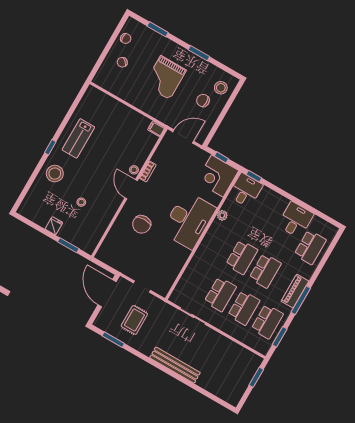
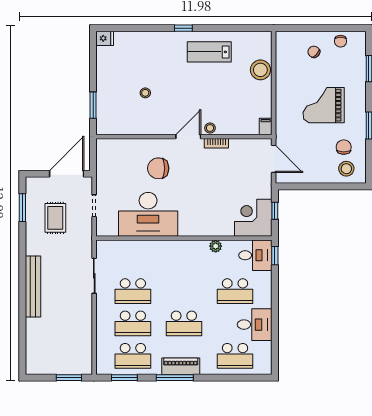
chair: (203, 101) -> (344, 147), moved
stool: (55, 174) -> (260, 70), moved
desk: (189, 220) -> (148, 214), moved
fridge: (54, 226) -> (105, 38), moved
school desk: (242, 257) -> (235, 291), moved
rug: (134, 320) -> (55, 218), turned 90

